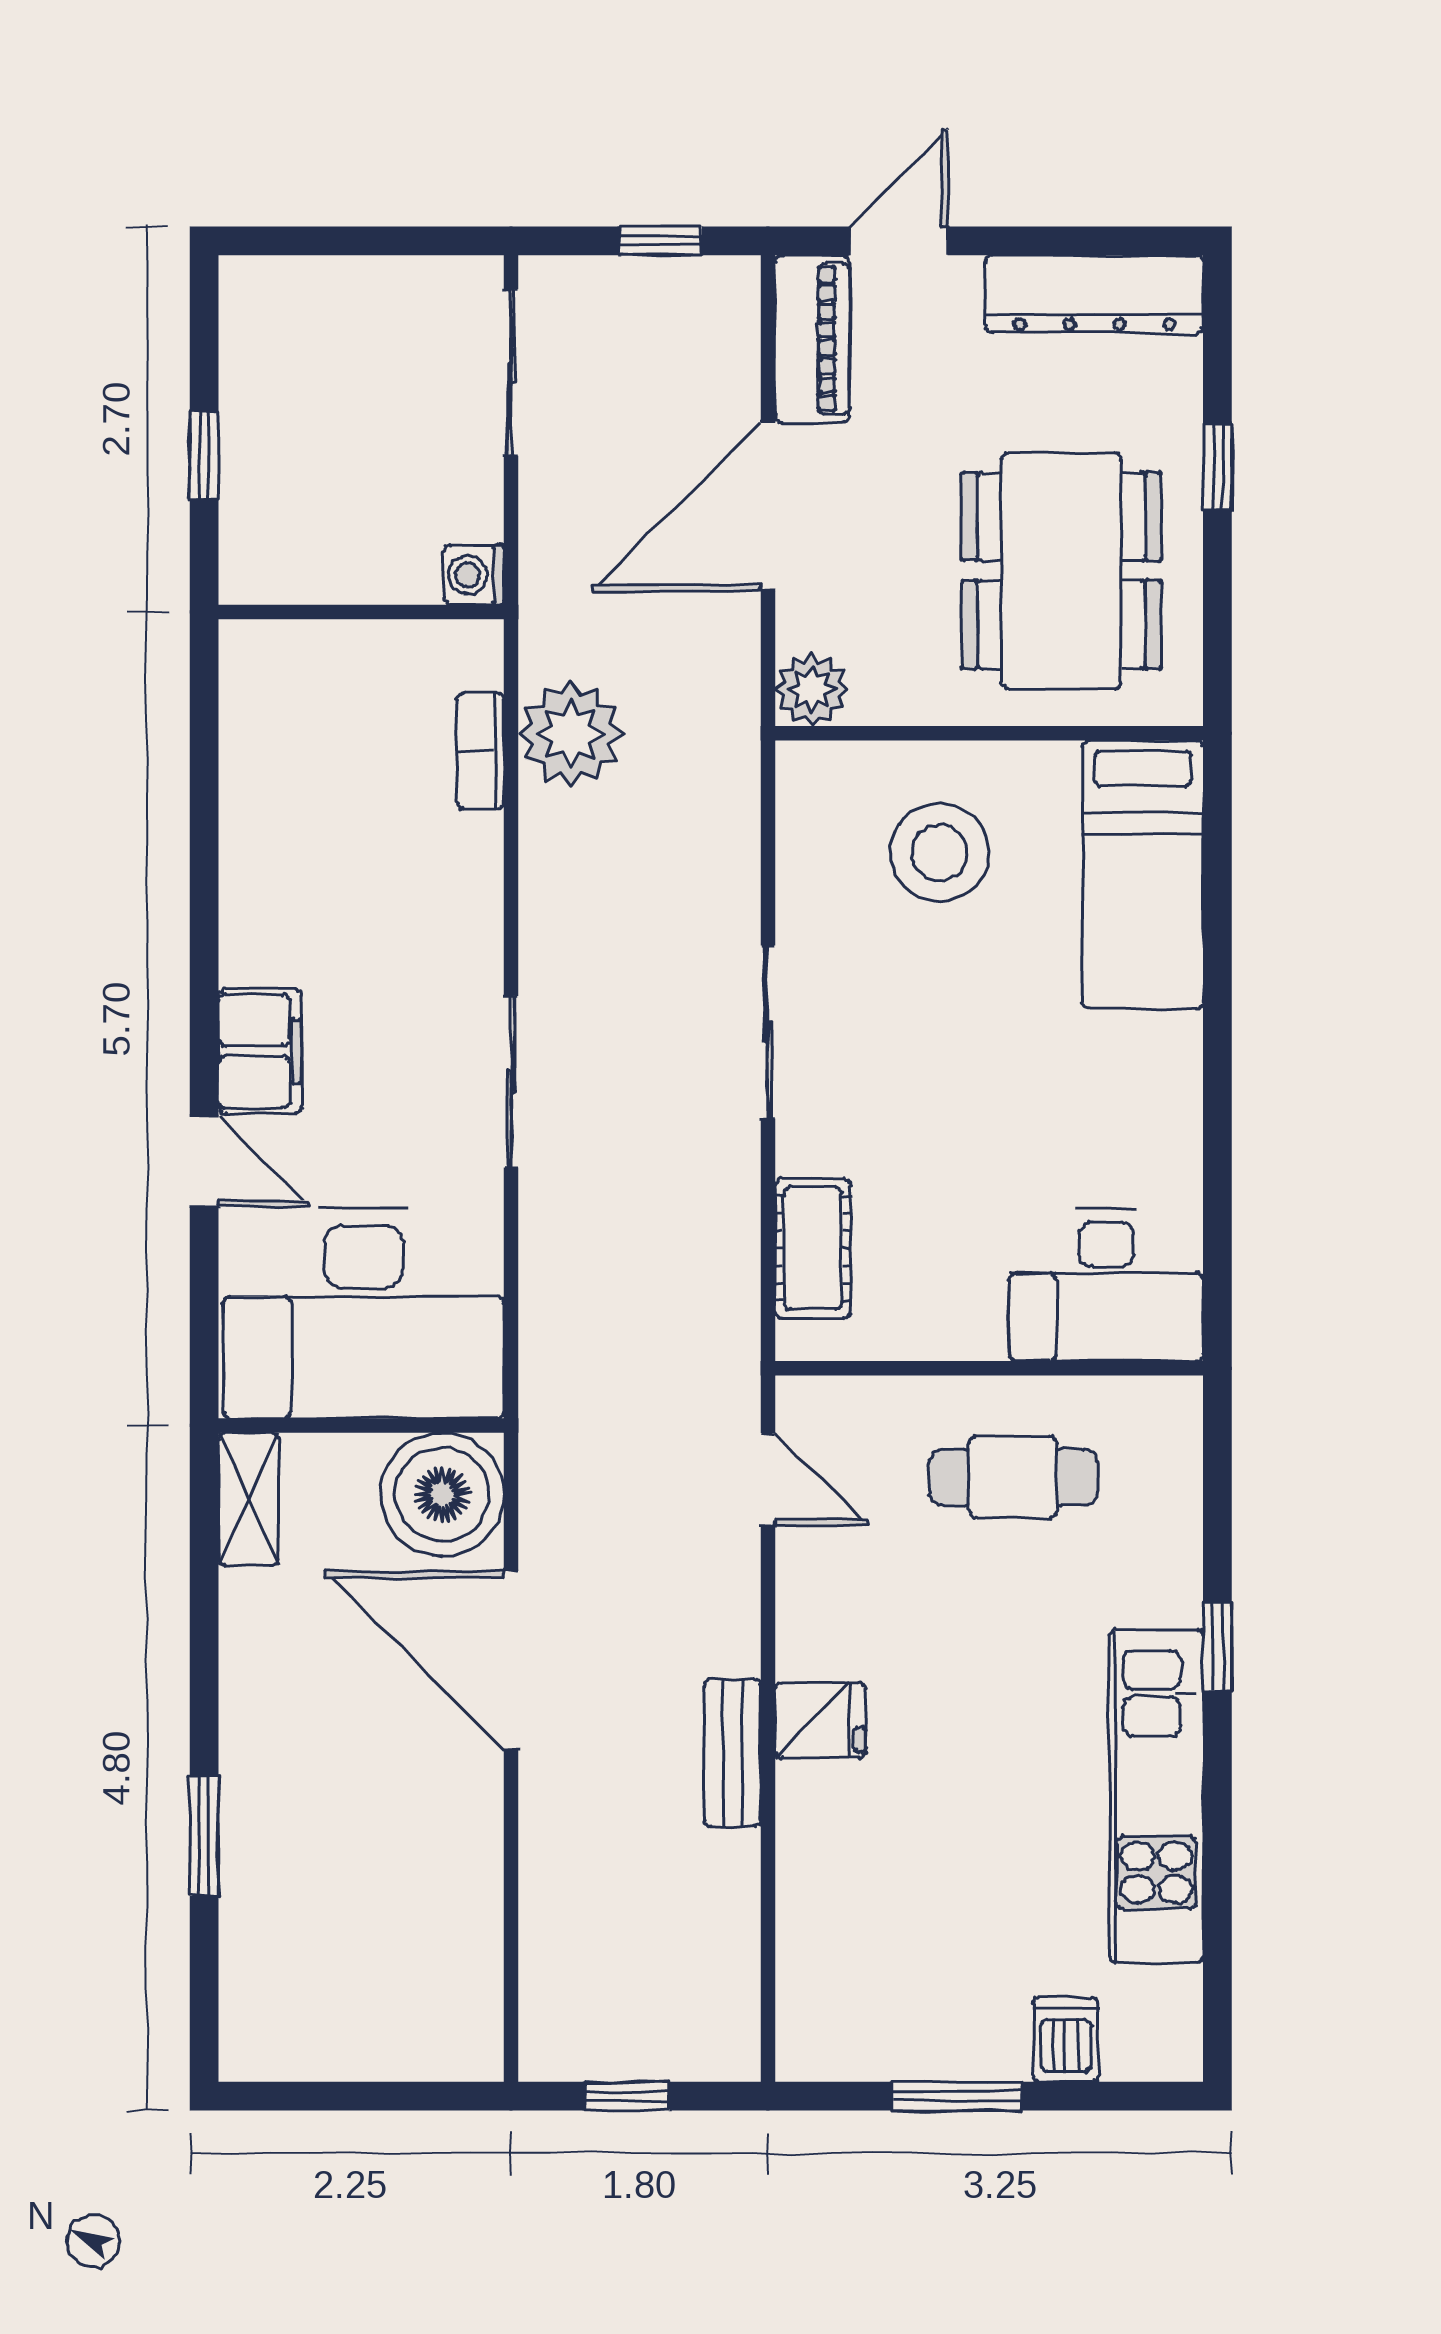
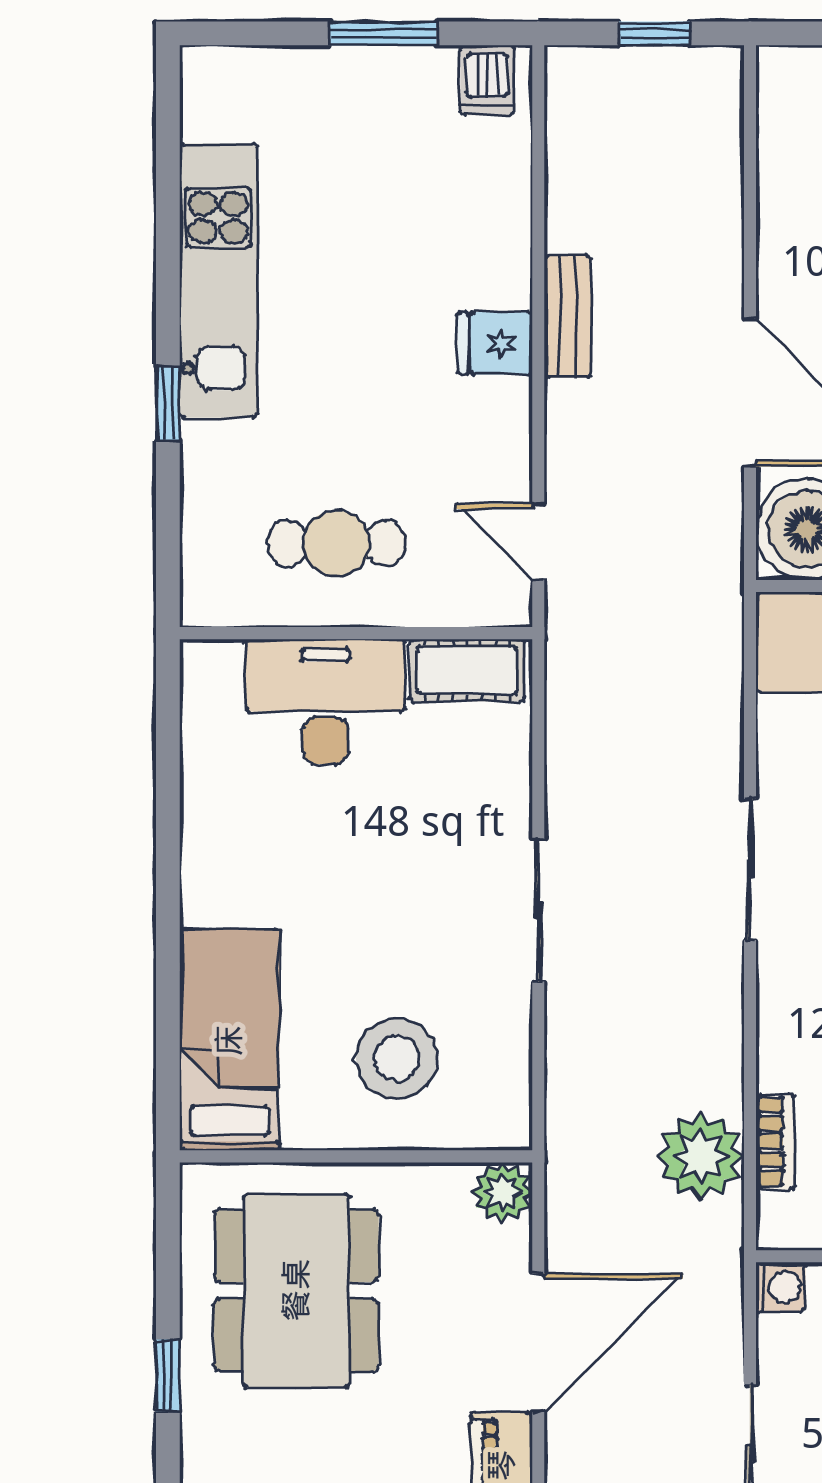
cot: (813, 1248) -> (467, 670), moved, turned 90
desk: (1106, 1285) -> (325, 702), moved
dishwasher: (1066, 2040) -> (487, 80), moved

